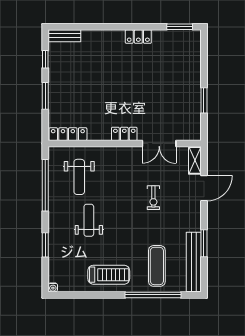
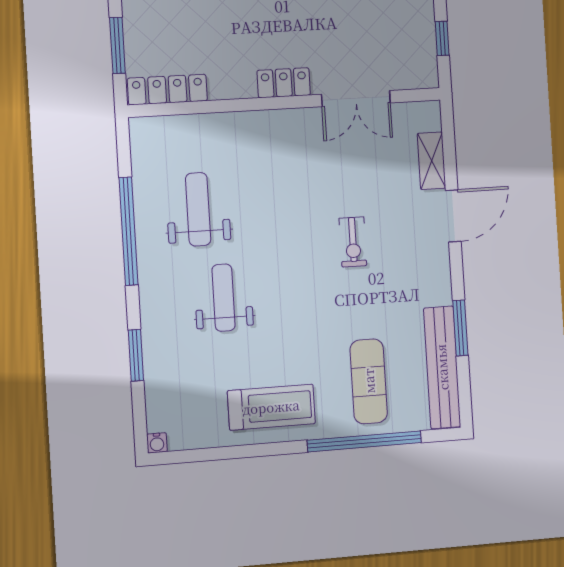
window: (204, 100) -> (442, 38), width x0.67
locker: (68, 134) -> (167, 90), moved
locker: (124, 134) -> (284, 83), moved
wall: (125, 144) -> (286, 102), moved
double door: (159, 144) -> (356, 99), moved
weight bench: (79, 177) -> (198, 209), turned 180

